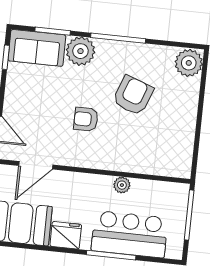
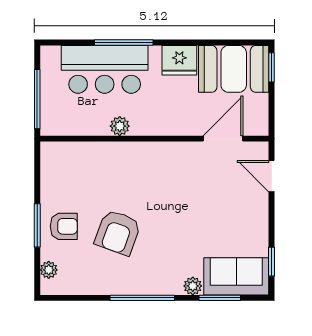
plant: (80, 51) -> (193, 286), width x0.53, depth x0.53
plant: (189, 63) -> (49, 270), width x0.53, depth x0.53
window: (200, 109) -> (37, 225), added
armchair: (86, 119) -> (64, 226), moved

